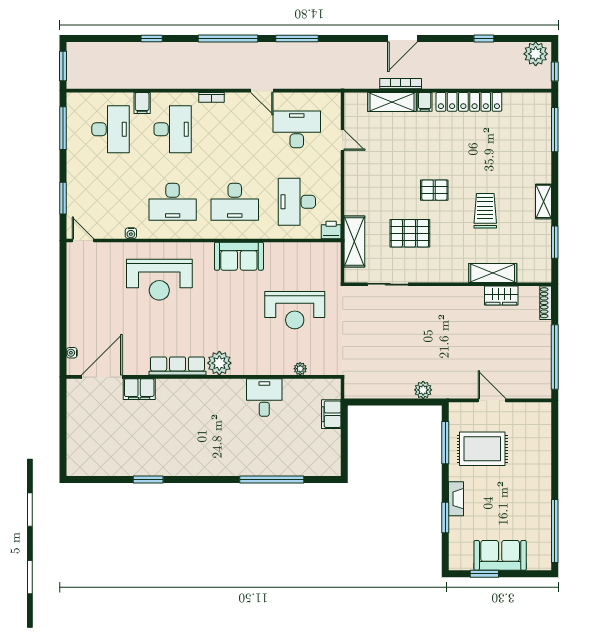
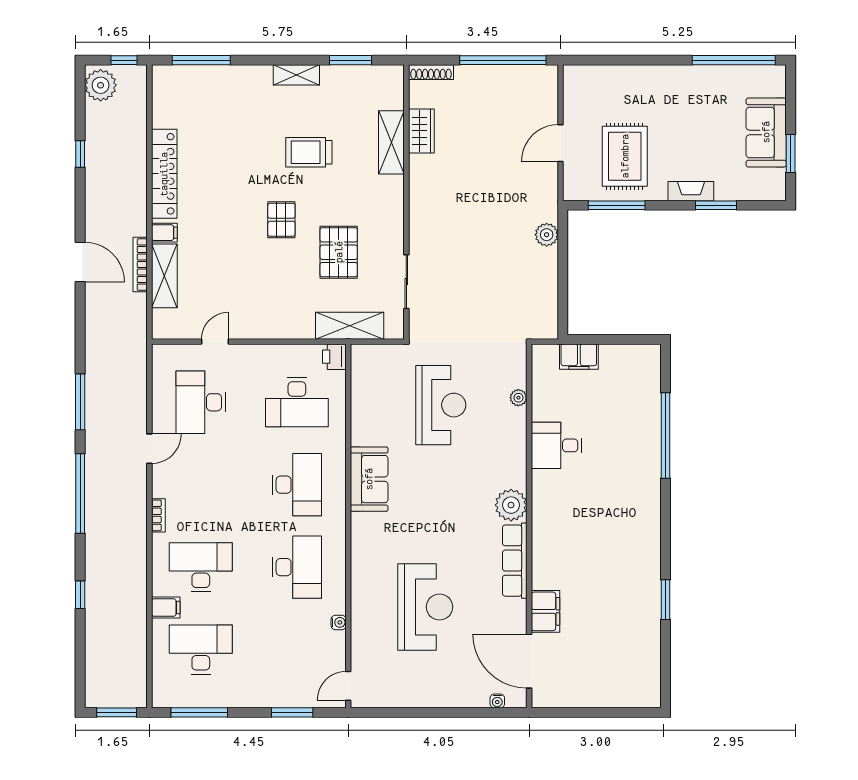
reception desk: (159, 280) -> (425, 607), moved

